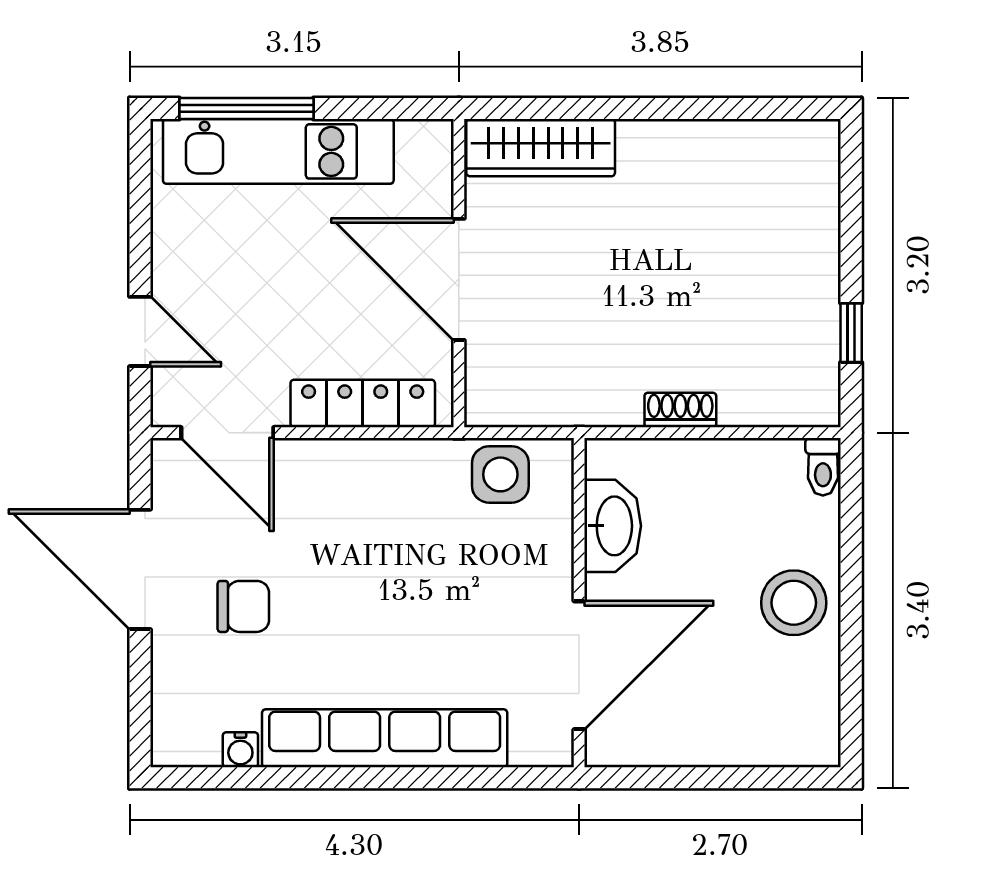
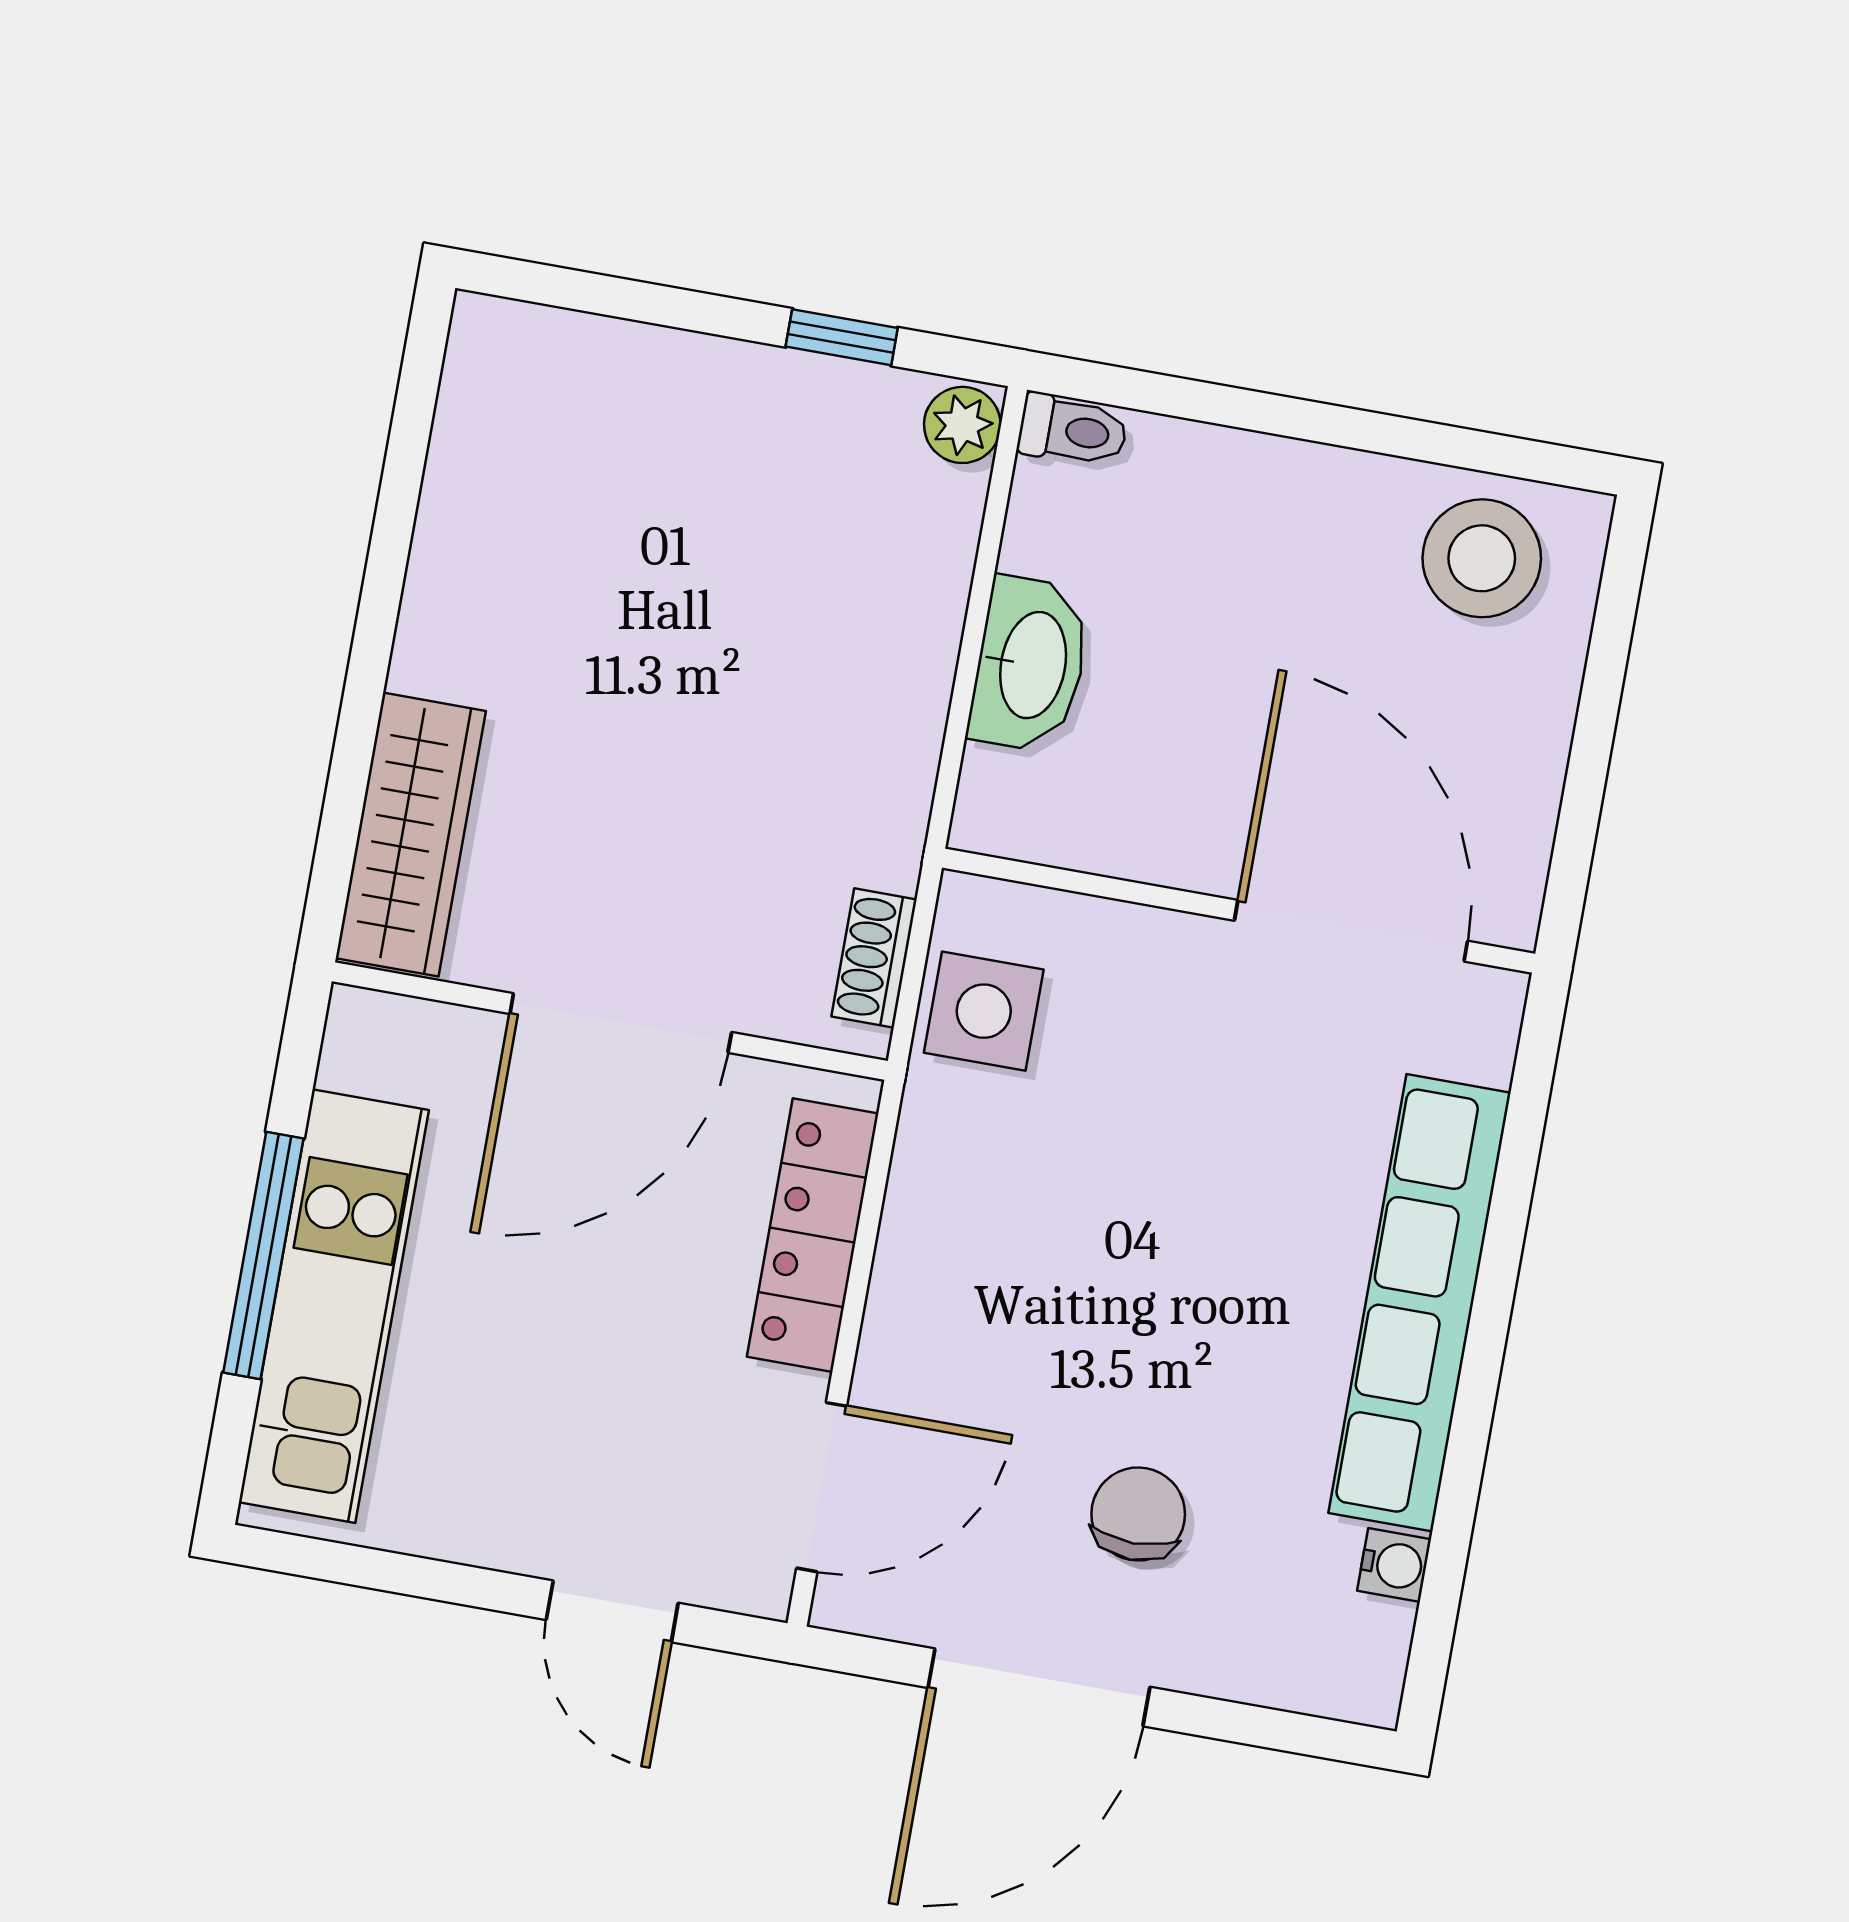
window: (246, 108) -> (263, 1255), moved
door: (140, 331) -> (612, 1611), swing flipped
plant: (815, 406) -> (962, 425), added
shoe rack: (680, 410) -> (874, 958), moved
washbasin: (613, 526) -> (1030, 665), moved, turned 90
stool: (794, 603) -> (1482, 558), moved

